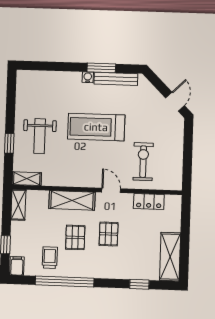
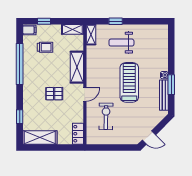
exercise bike: (143, 162) -> (106, 116), turned -89
locker: (149, 202) -> (78, 134), moved
pallet: (75, 237) -> (51, 70), removed
trolley: (50, 258) -> (45, 47), moved

